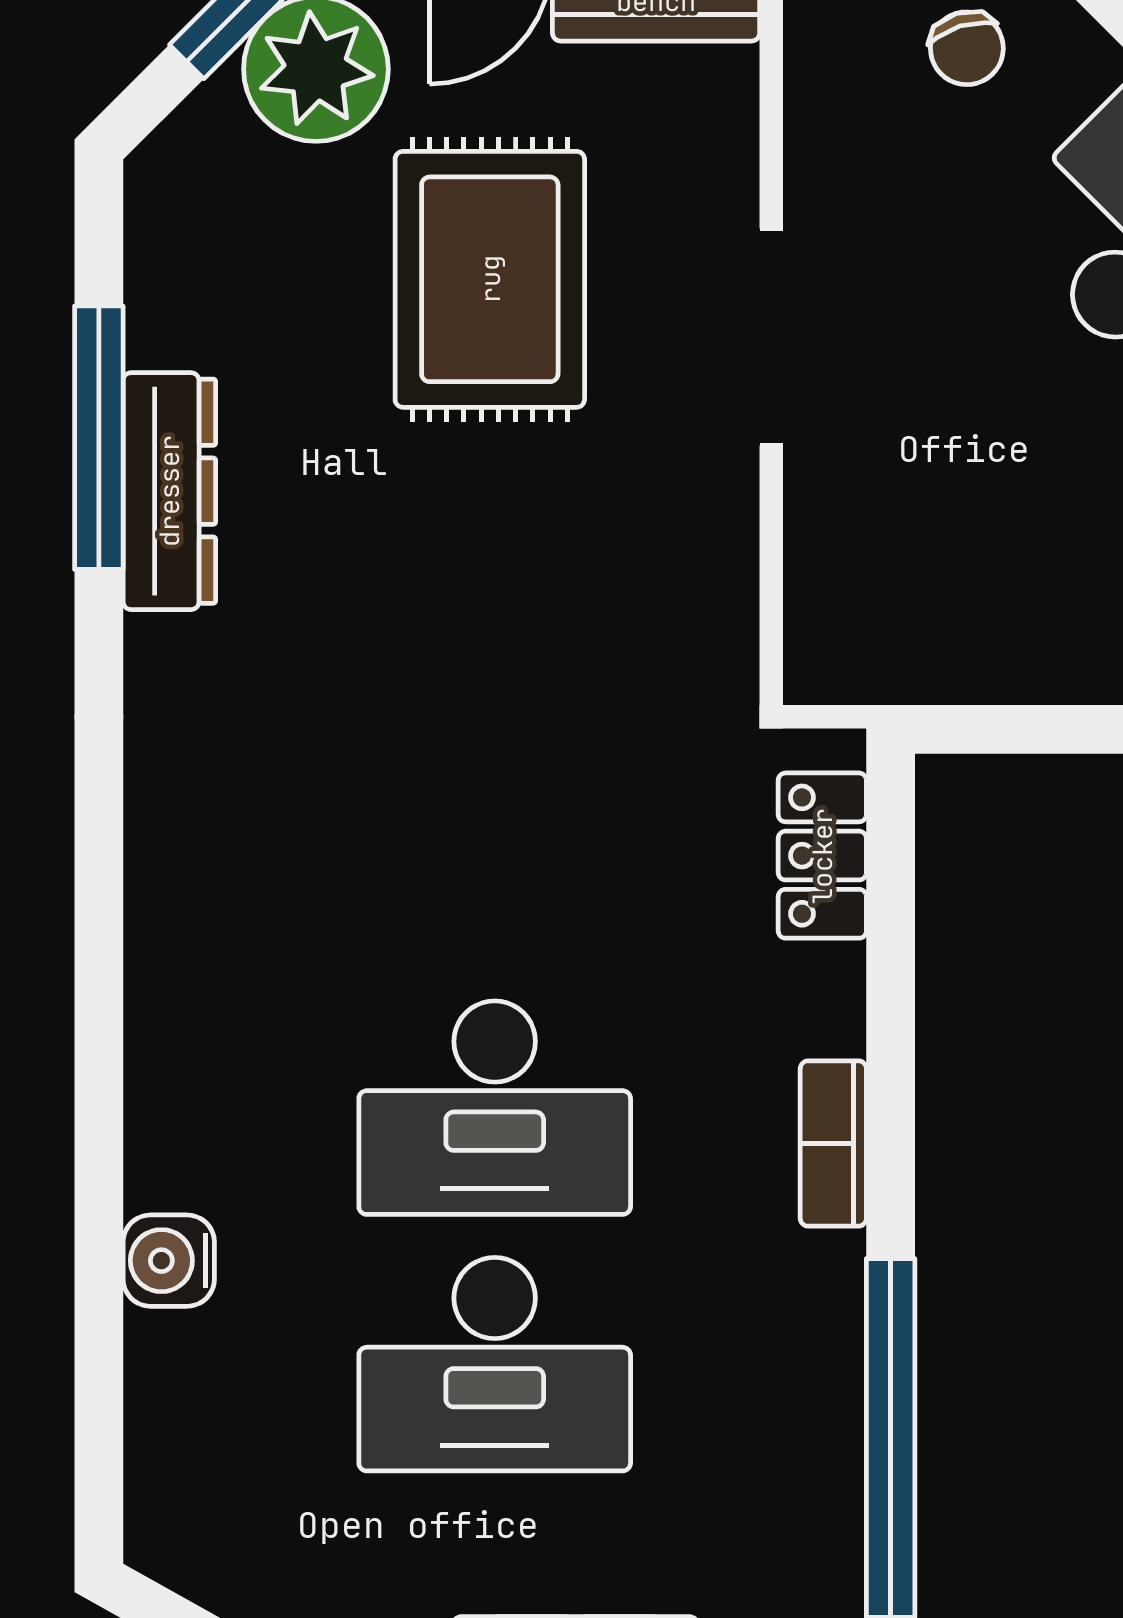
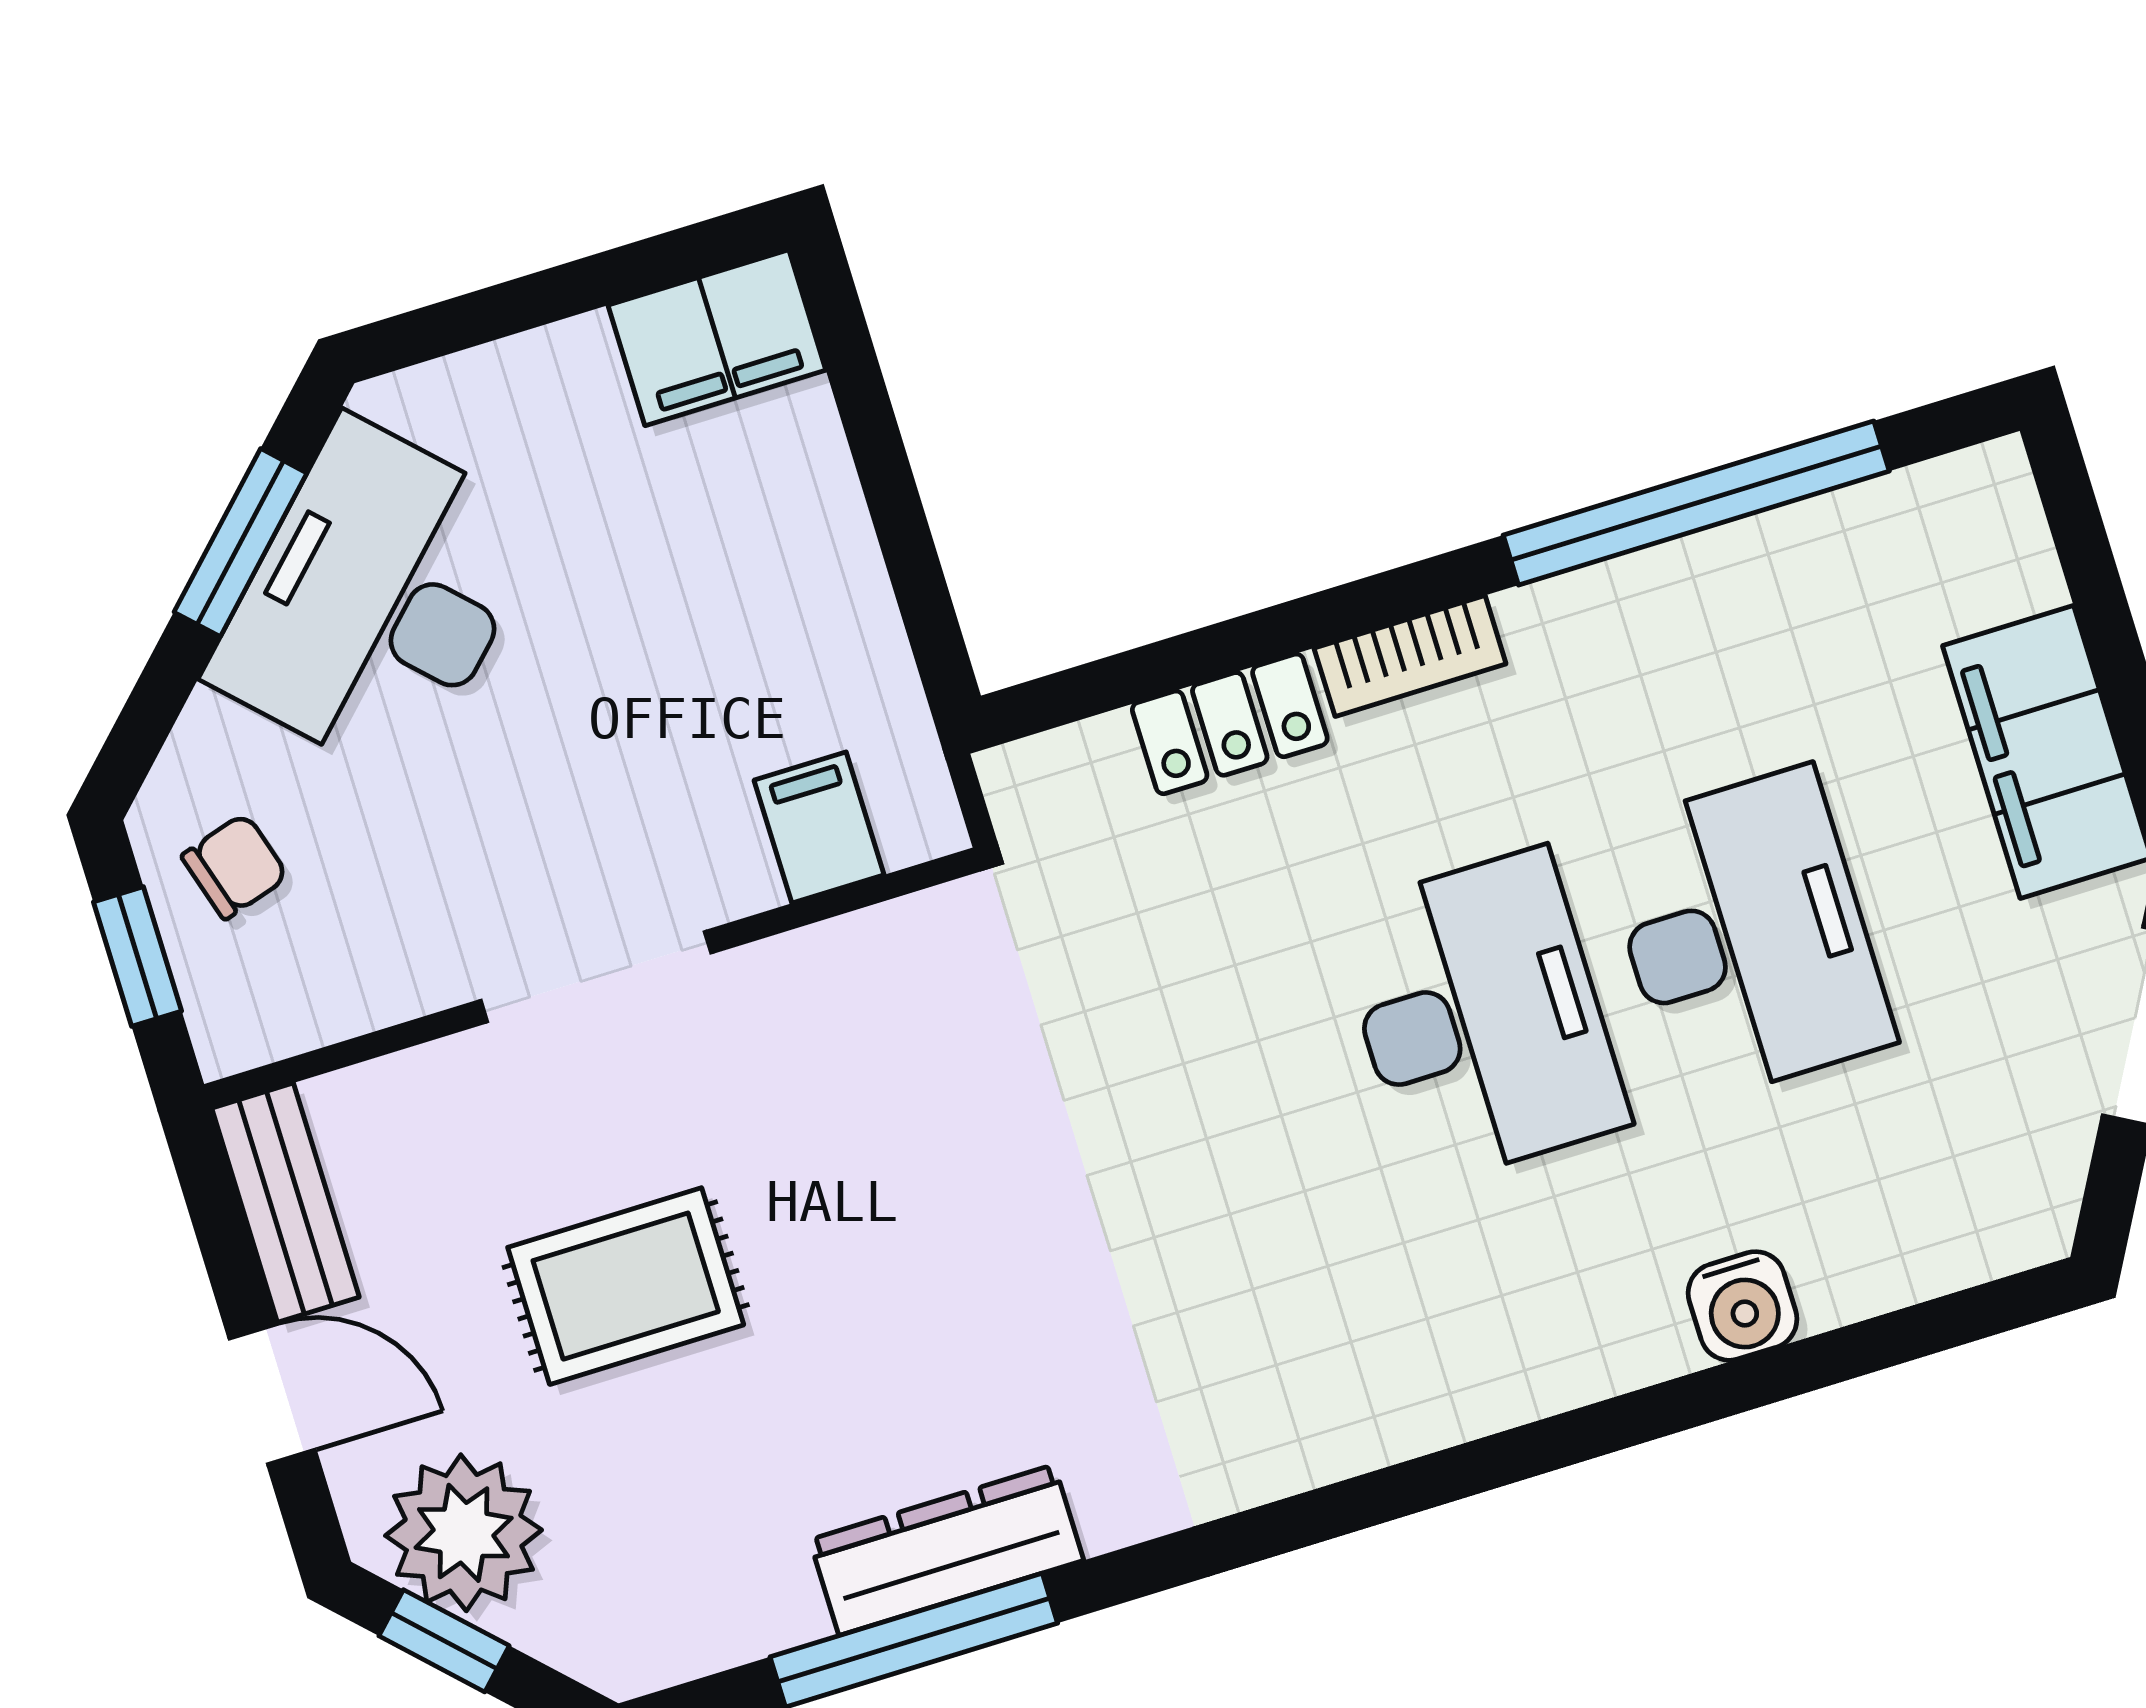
rug: (490, 279) -> (626, 1286), width x0.73, depth x0.70
filing cabinet: (842, 575) -> (819, 827), added
locker: (822, 856) -> (1230, 724), moved

